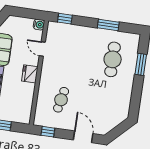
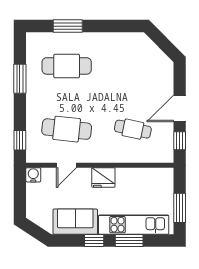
cafe table: (68, 53) -> (67, 129), added
door: (83, 137) -> (180, 108), moved

